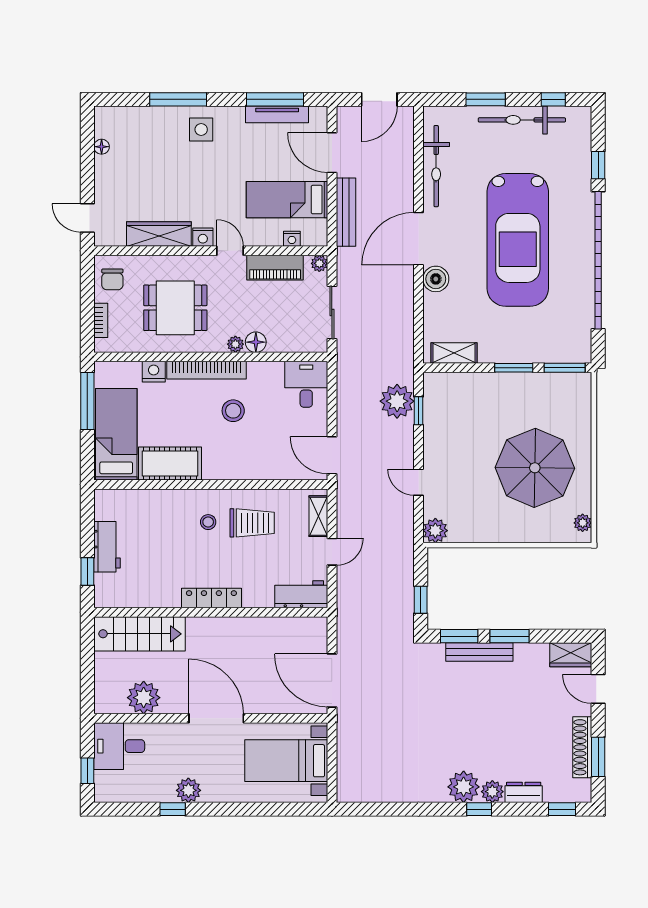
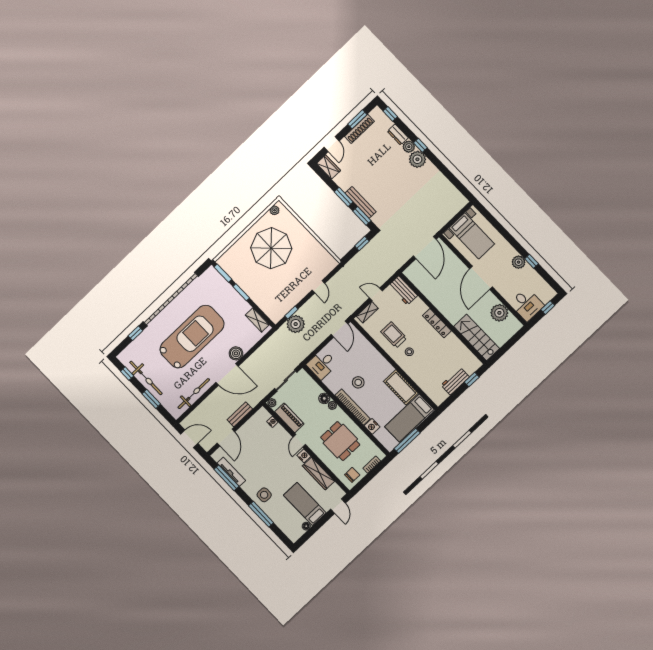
bed: (287, 200) -> (305, 504), moved, turned 180
bench: (346, 212) -> (240, 414), width x0.73
plant: (435, 531) -> (331, 263), removed

